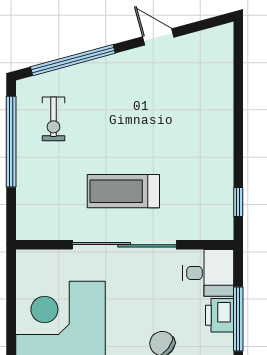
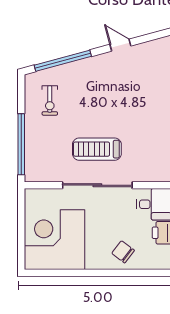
window: (11, 142) -> (21, 144), moved

